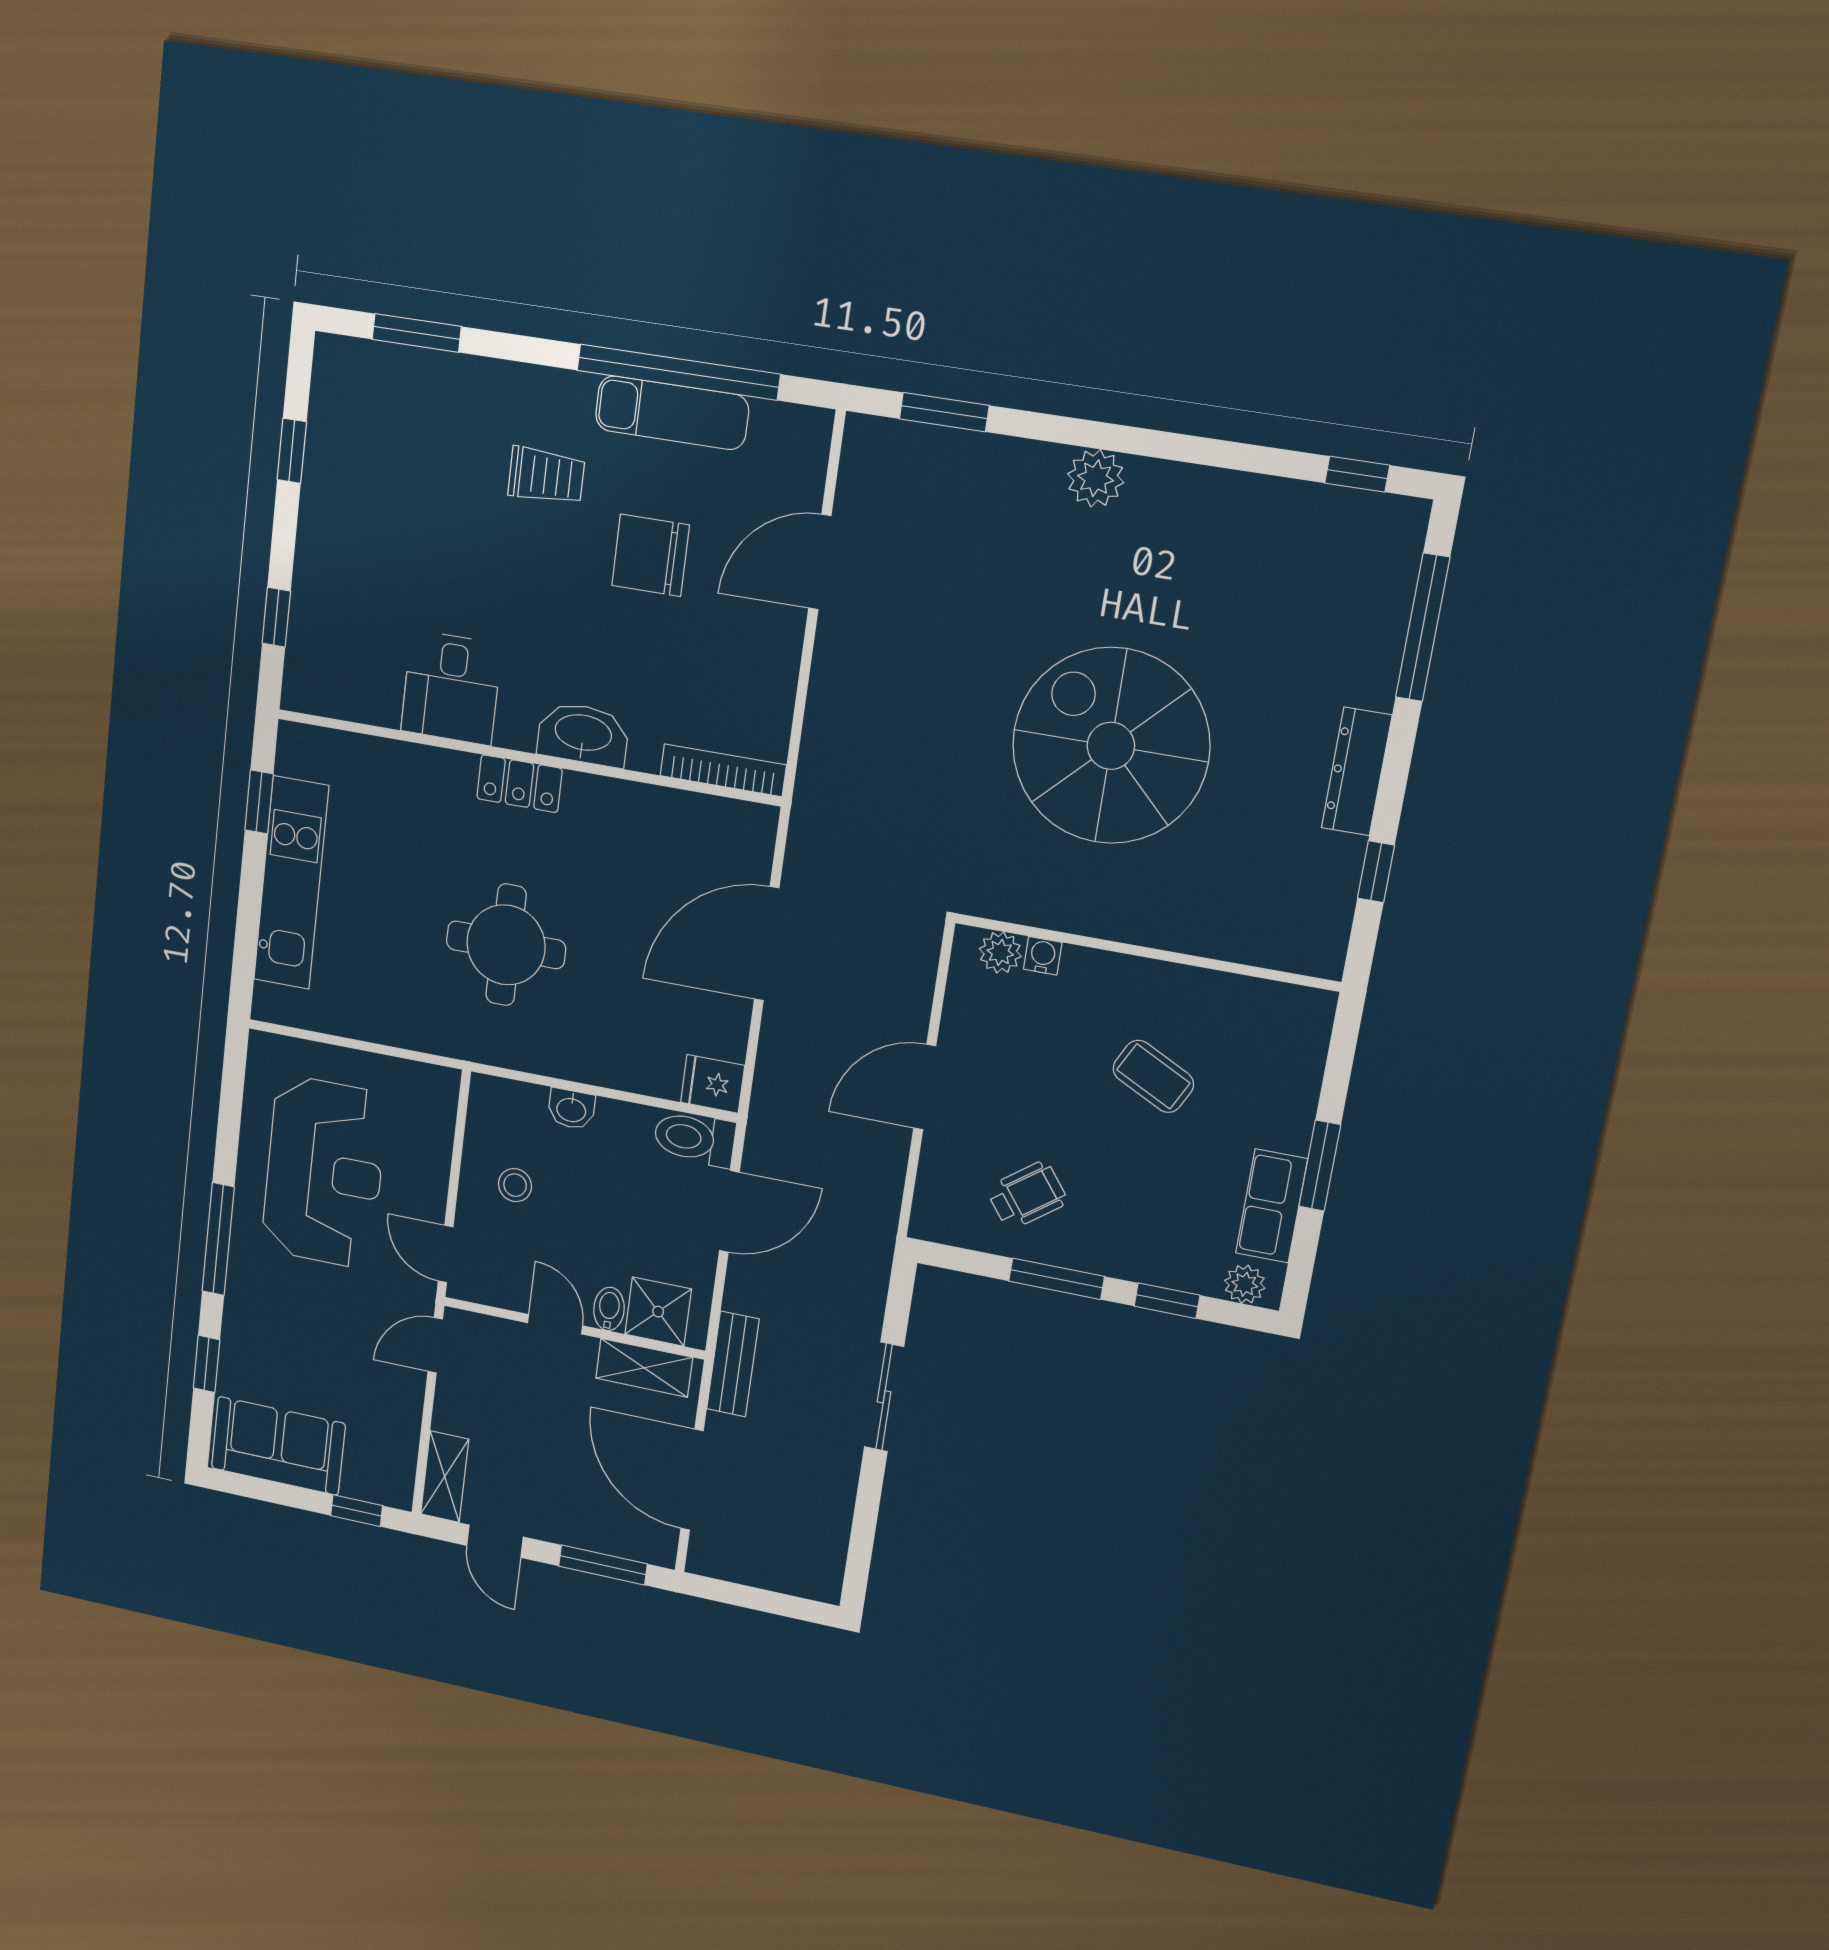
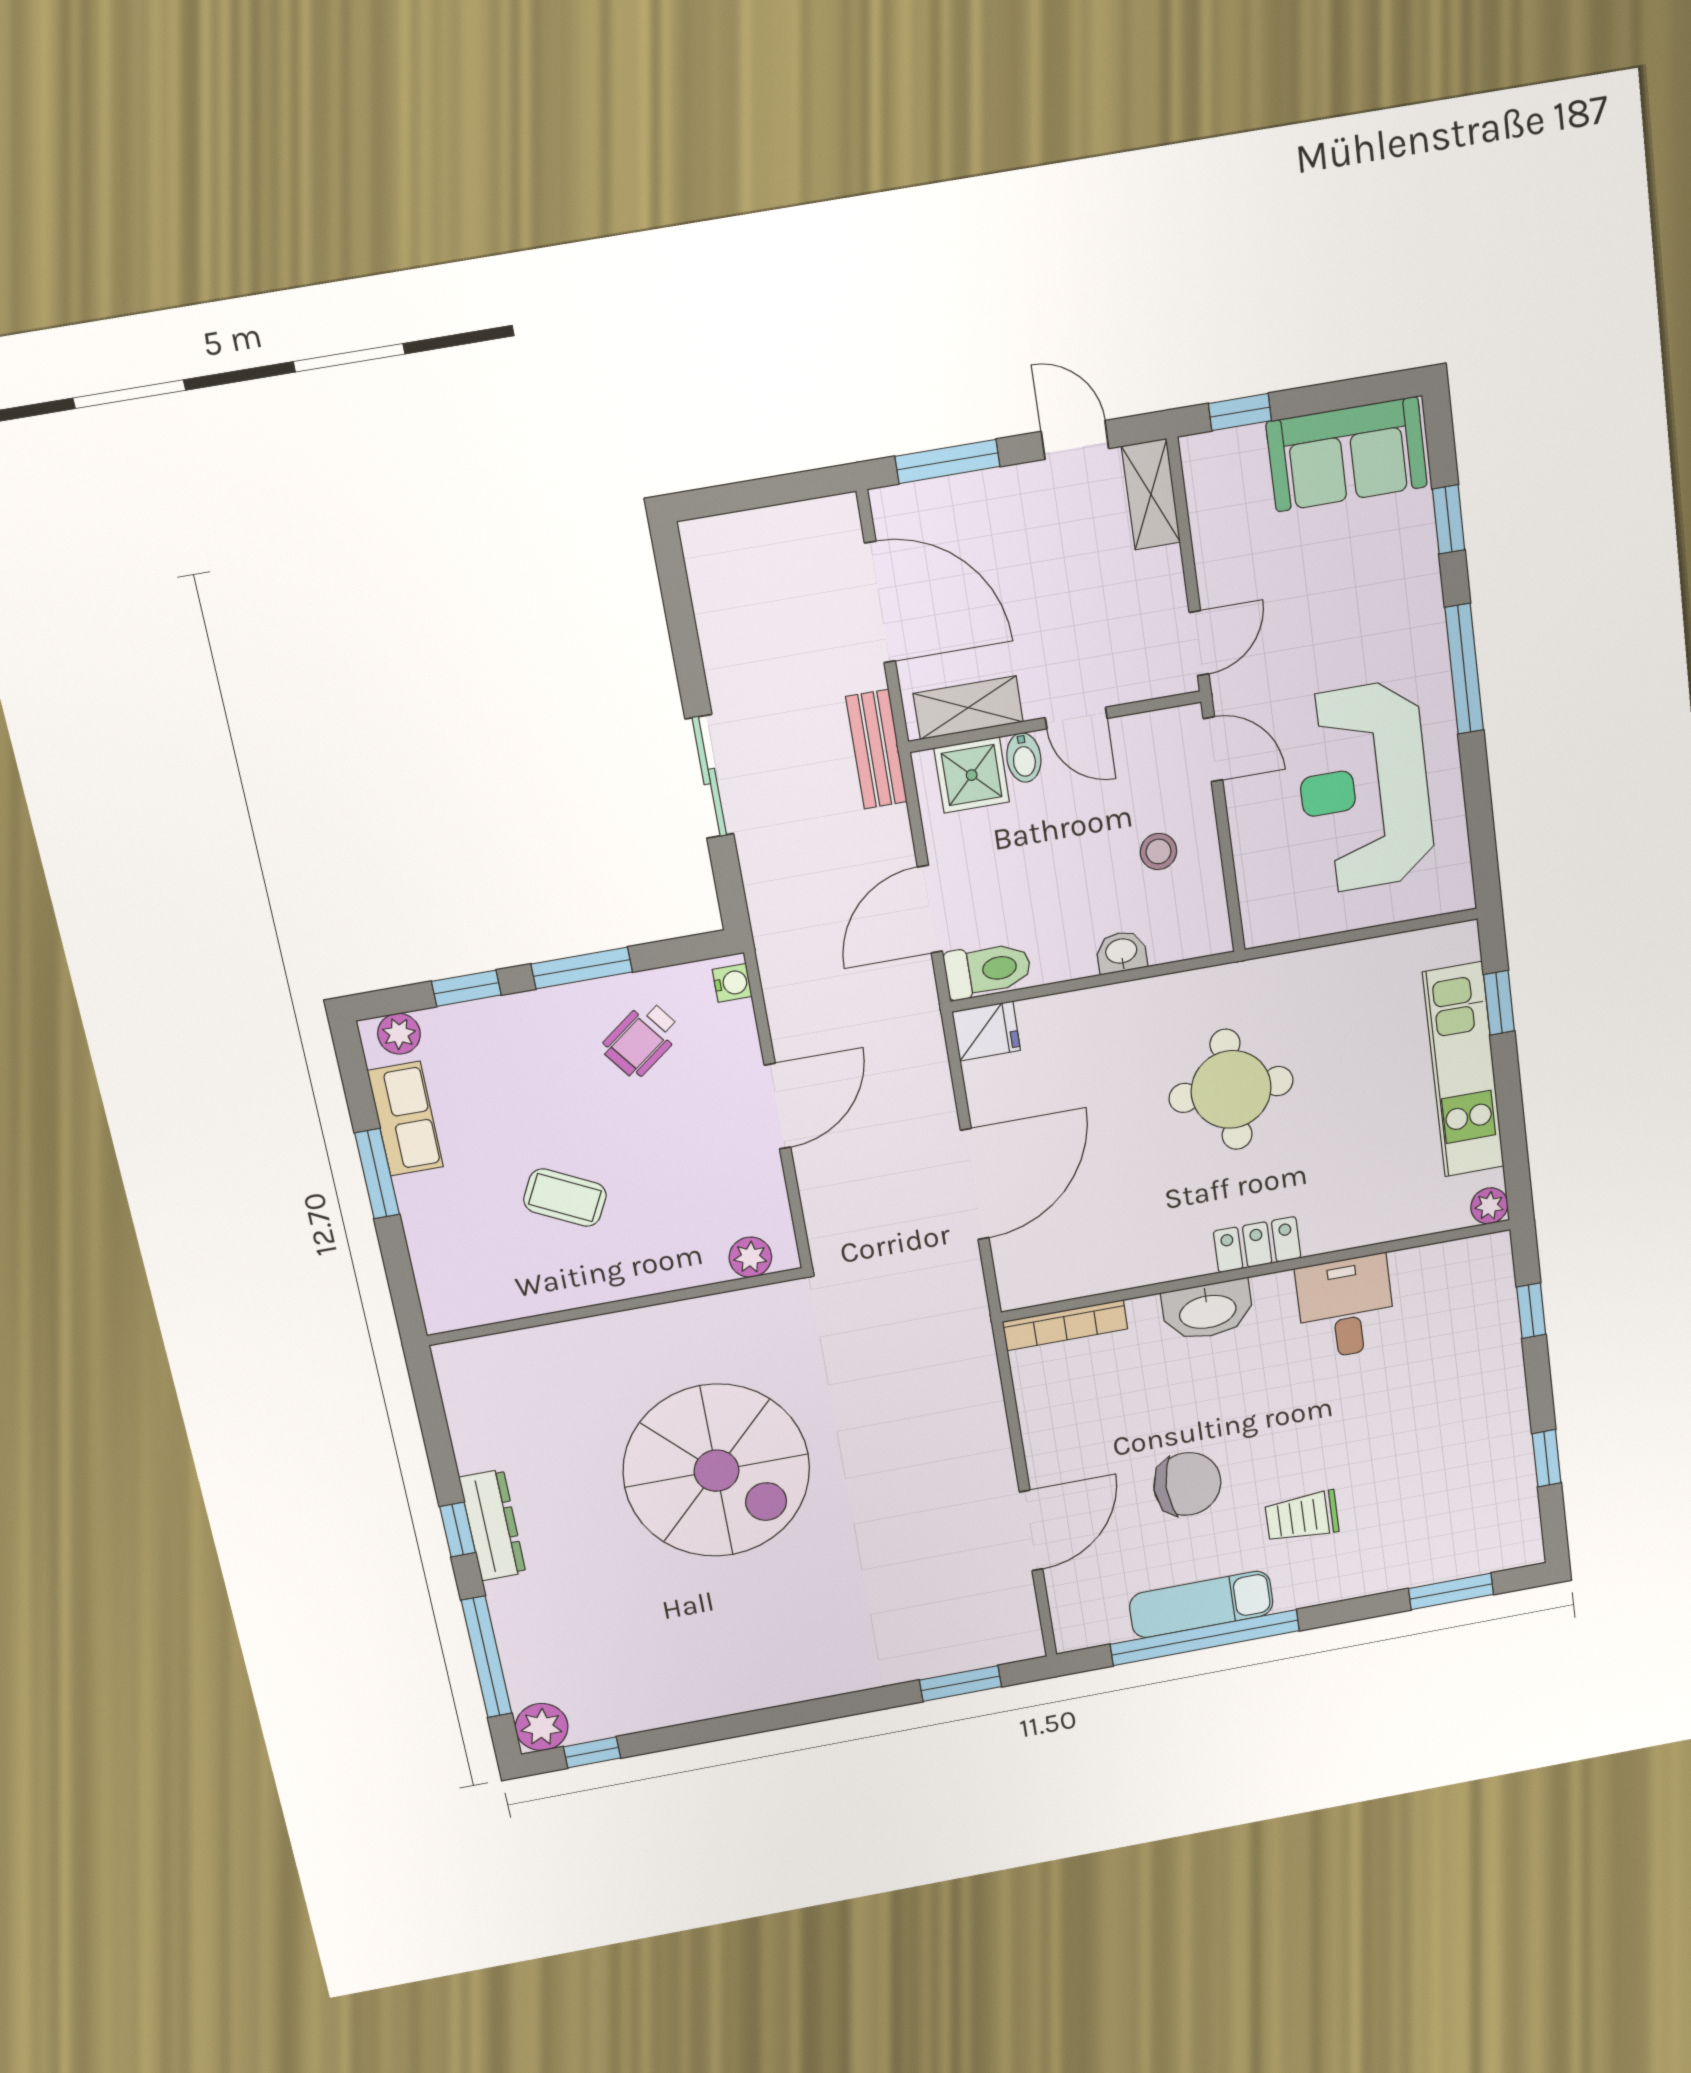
plant: (1096, 478) -> (542, 1727), moved
plant: (294, 741) -> (1489, 1206), added
window: (259, 802) -> (1499, 1003), moved
window: (1376, 872) -> (458, 1530), moved
water cooler: (1043, 956) -> (732, 983), moved, turned -90

